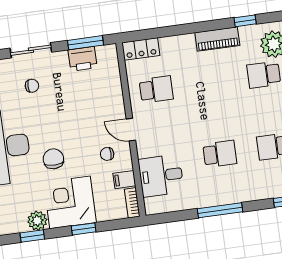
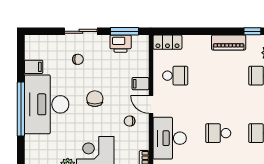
school desk: (220, 154) -> (218, 133), turned 180
chair: (53, 159) -> (95, 99), moved
desk: (161, 176) -> (170, 138), width x1.37
filing cabinet: (124, 180) -> (140, 84), moved

